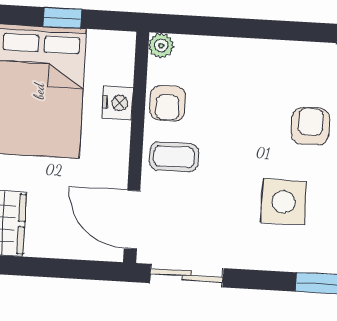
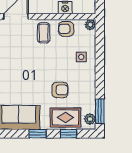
side table: (284, 202) -> (81, 57), moved, width x0.54, depth x0.54

